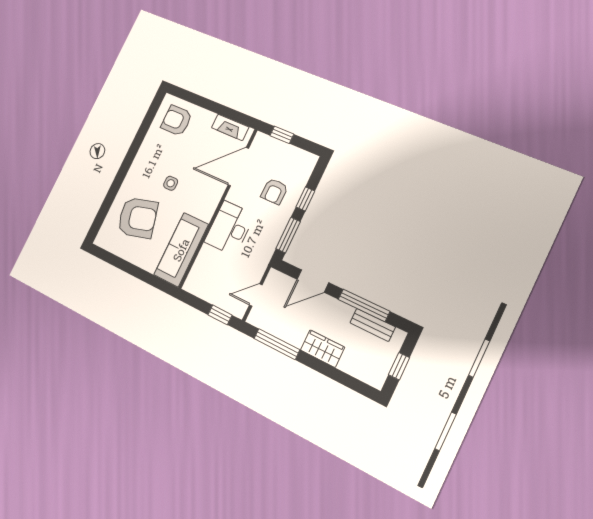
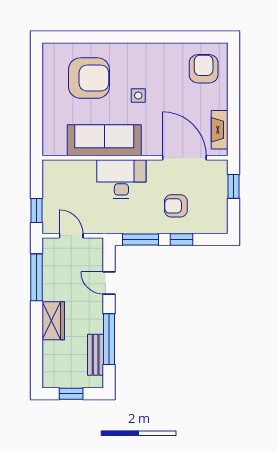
armchair: (138, 218) -> (89, 78), turned -75
sofa: (181, 250) -> (104, 140), moved
door: (313, 281) -> (109, 283), width x0.73

